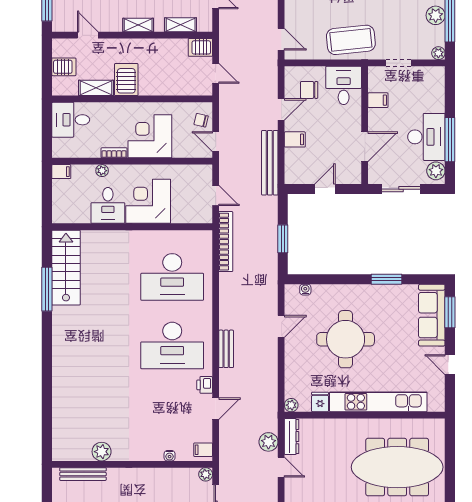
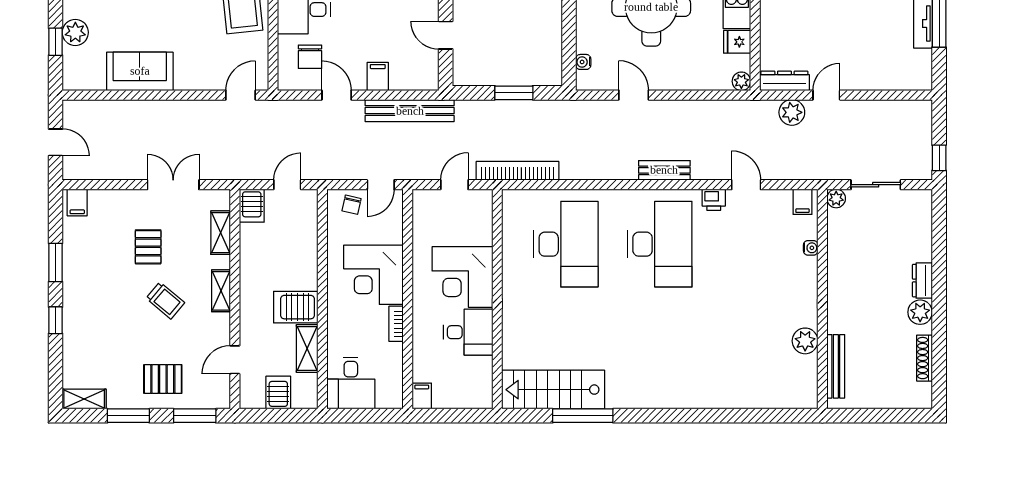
plant: (102, 171) -> (420, 340), removed

